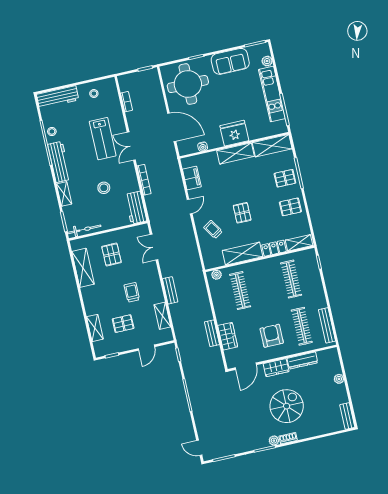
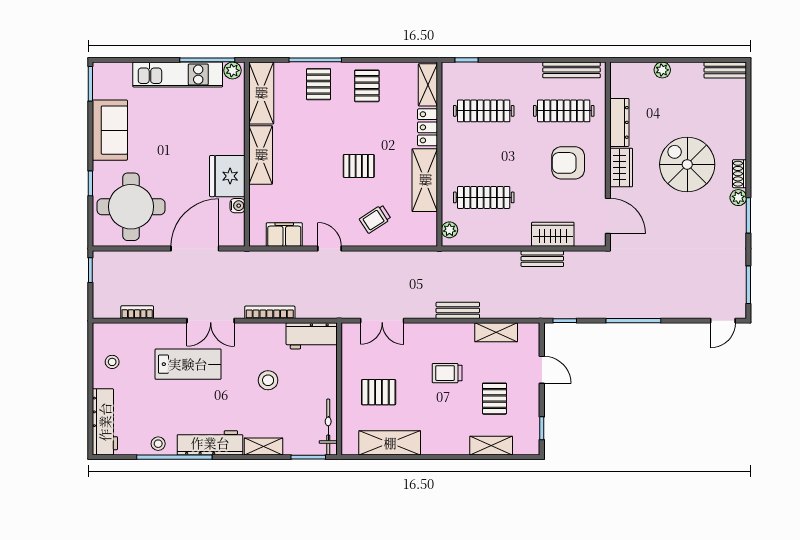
plant: (267, 61) -> (233, 70), moved
fridge: (234, 133) -> (227, 176), moved

